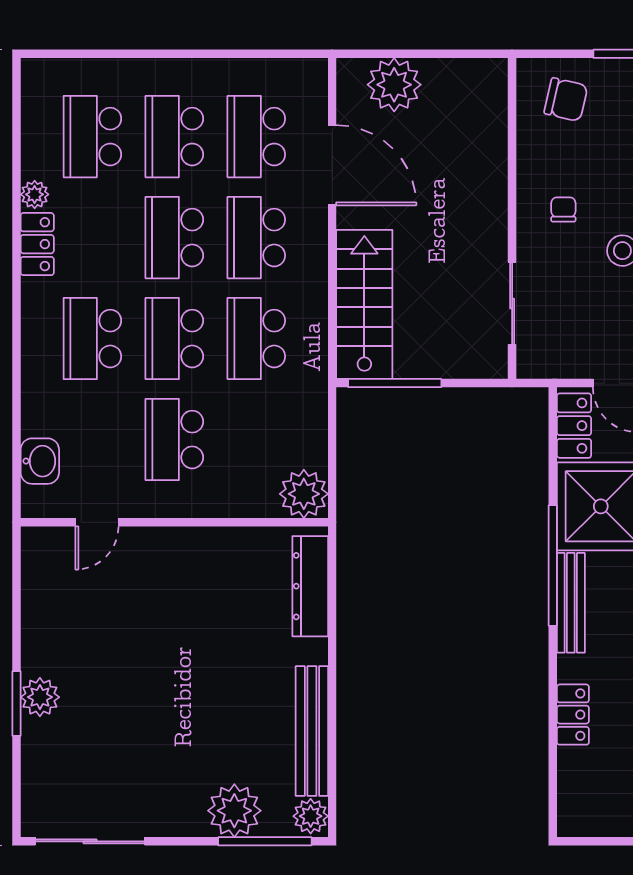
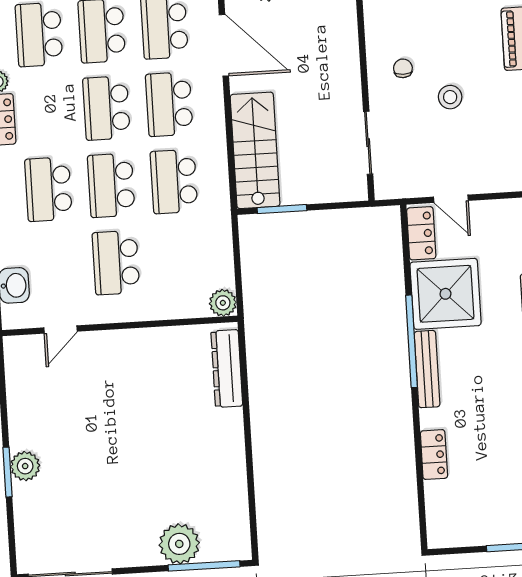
window: (395, 383) -> (282, 209), width x0.69
plant: (304, 494) -> (223, 303), width x0.73, depth x0.73
bench: (312, 731) -> (235, 479), removed
plant: (311, 816) -> (238, 545), removed

